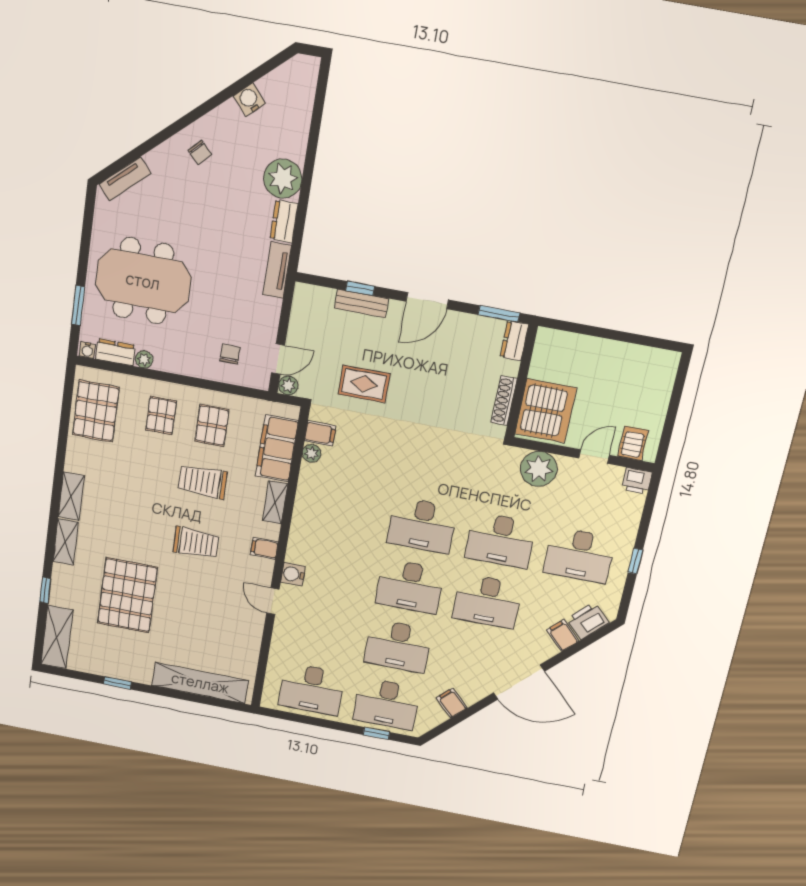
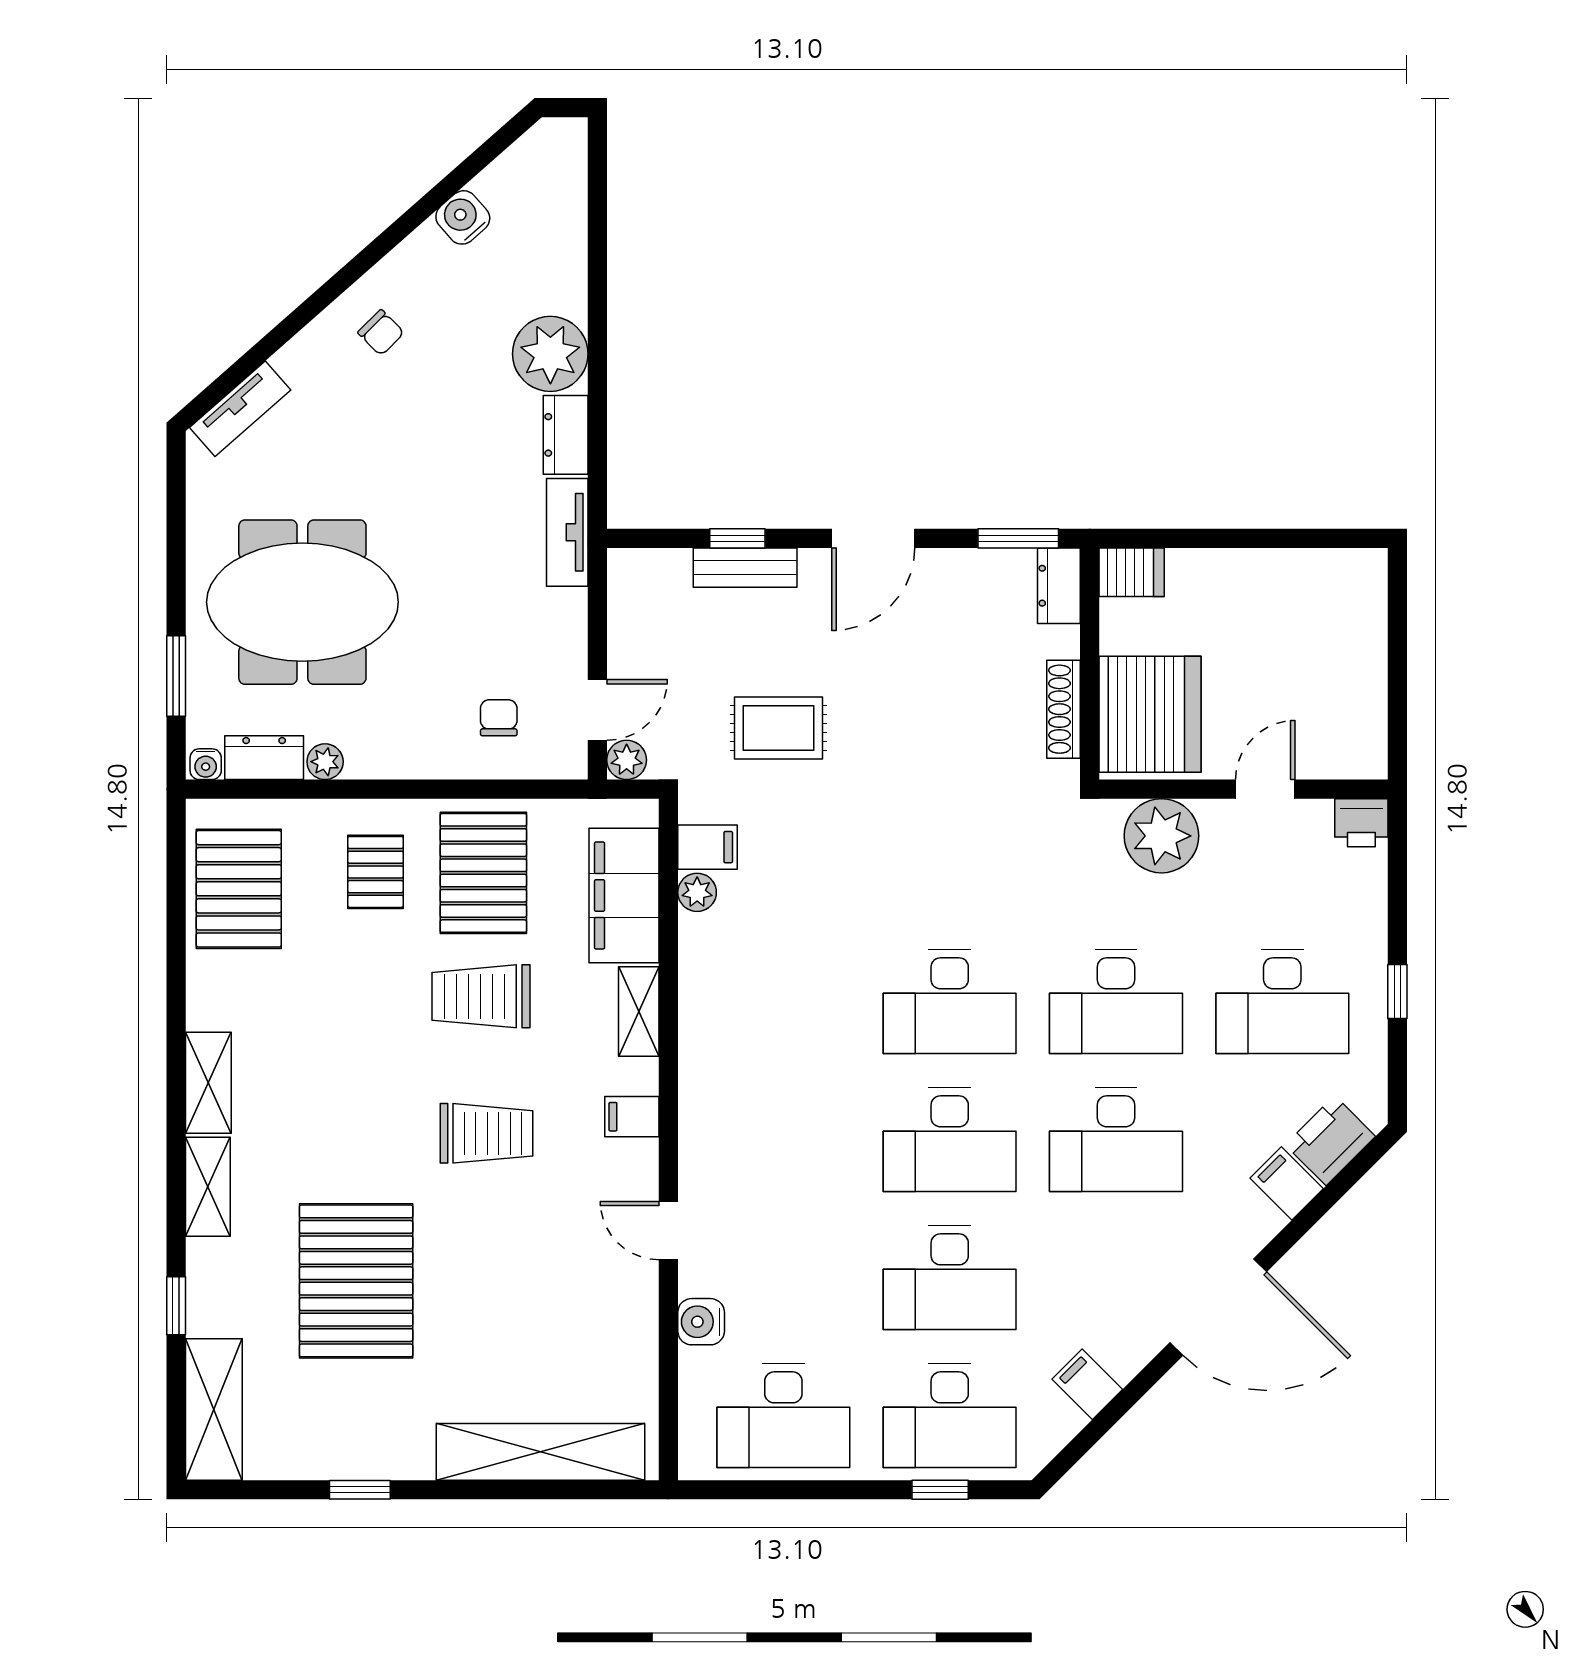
pallet: (212, 425) -> (483, 873), width x1.50, depth x1.42
server rack: (633, 443) -> (1132, 572), moved, turned 90
water cooler: (293, 574) -> (701, 1322), moved

